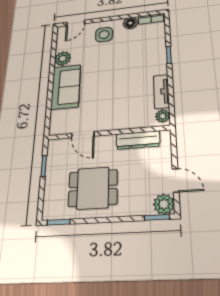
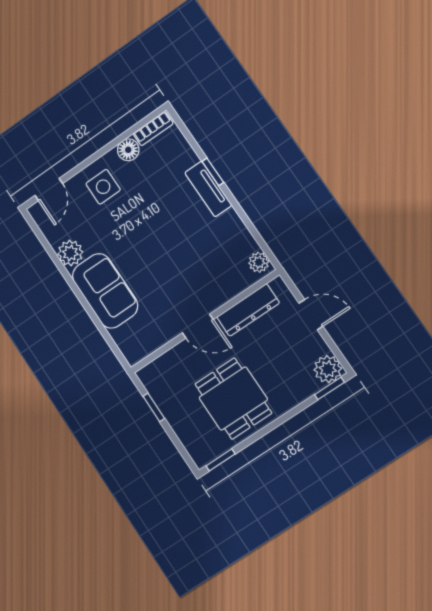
tv unit: (161, 92) -> (208, 189), moved
door: (83, 135) -> (198, 326), moved
door: (176, 180) -> (311, 315), moved
dining table: (93, 188) -> (233, 399), turned 90

